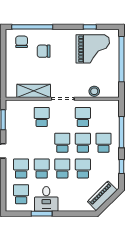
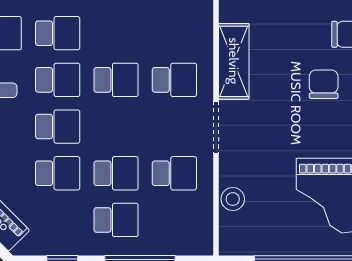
school desk: (62, 143) -> (116, 80), moved

